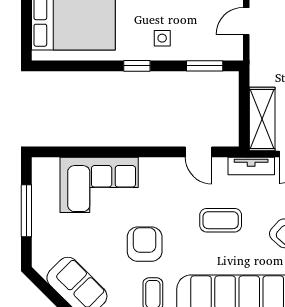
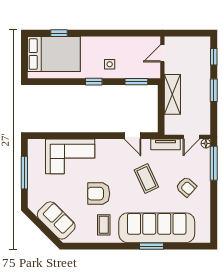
shelving: (262, 119) -> (172, 94), moved
coffee table: (221, 220) -> (146, 179), turned 65
armchair: (145, 244) -> (99, 194), turned -90

